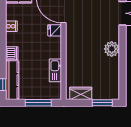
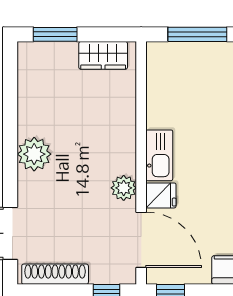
plant: (71, 34) -> (124, 188), added
kitchen sink: (55, 70) -> (159, 155), moved

